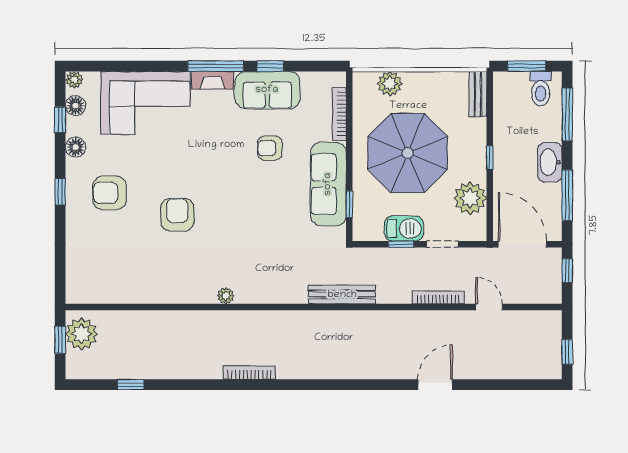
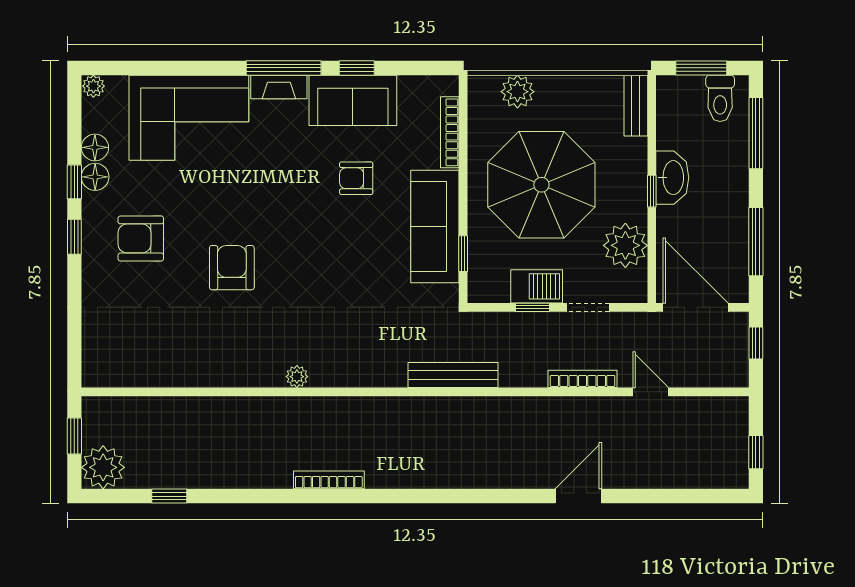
floor lamp: (75, 106) -> (95, 147), moved
window: (60, 120) -> (74, 182), moved
washbasin: (550, 162) -> (672, 178), moved, turned 180
plant: (82, 334) -> (103, 467), moved

